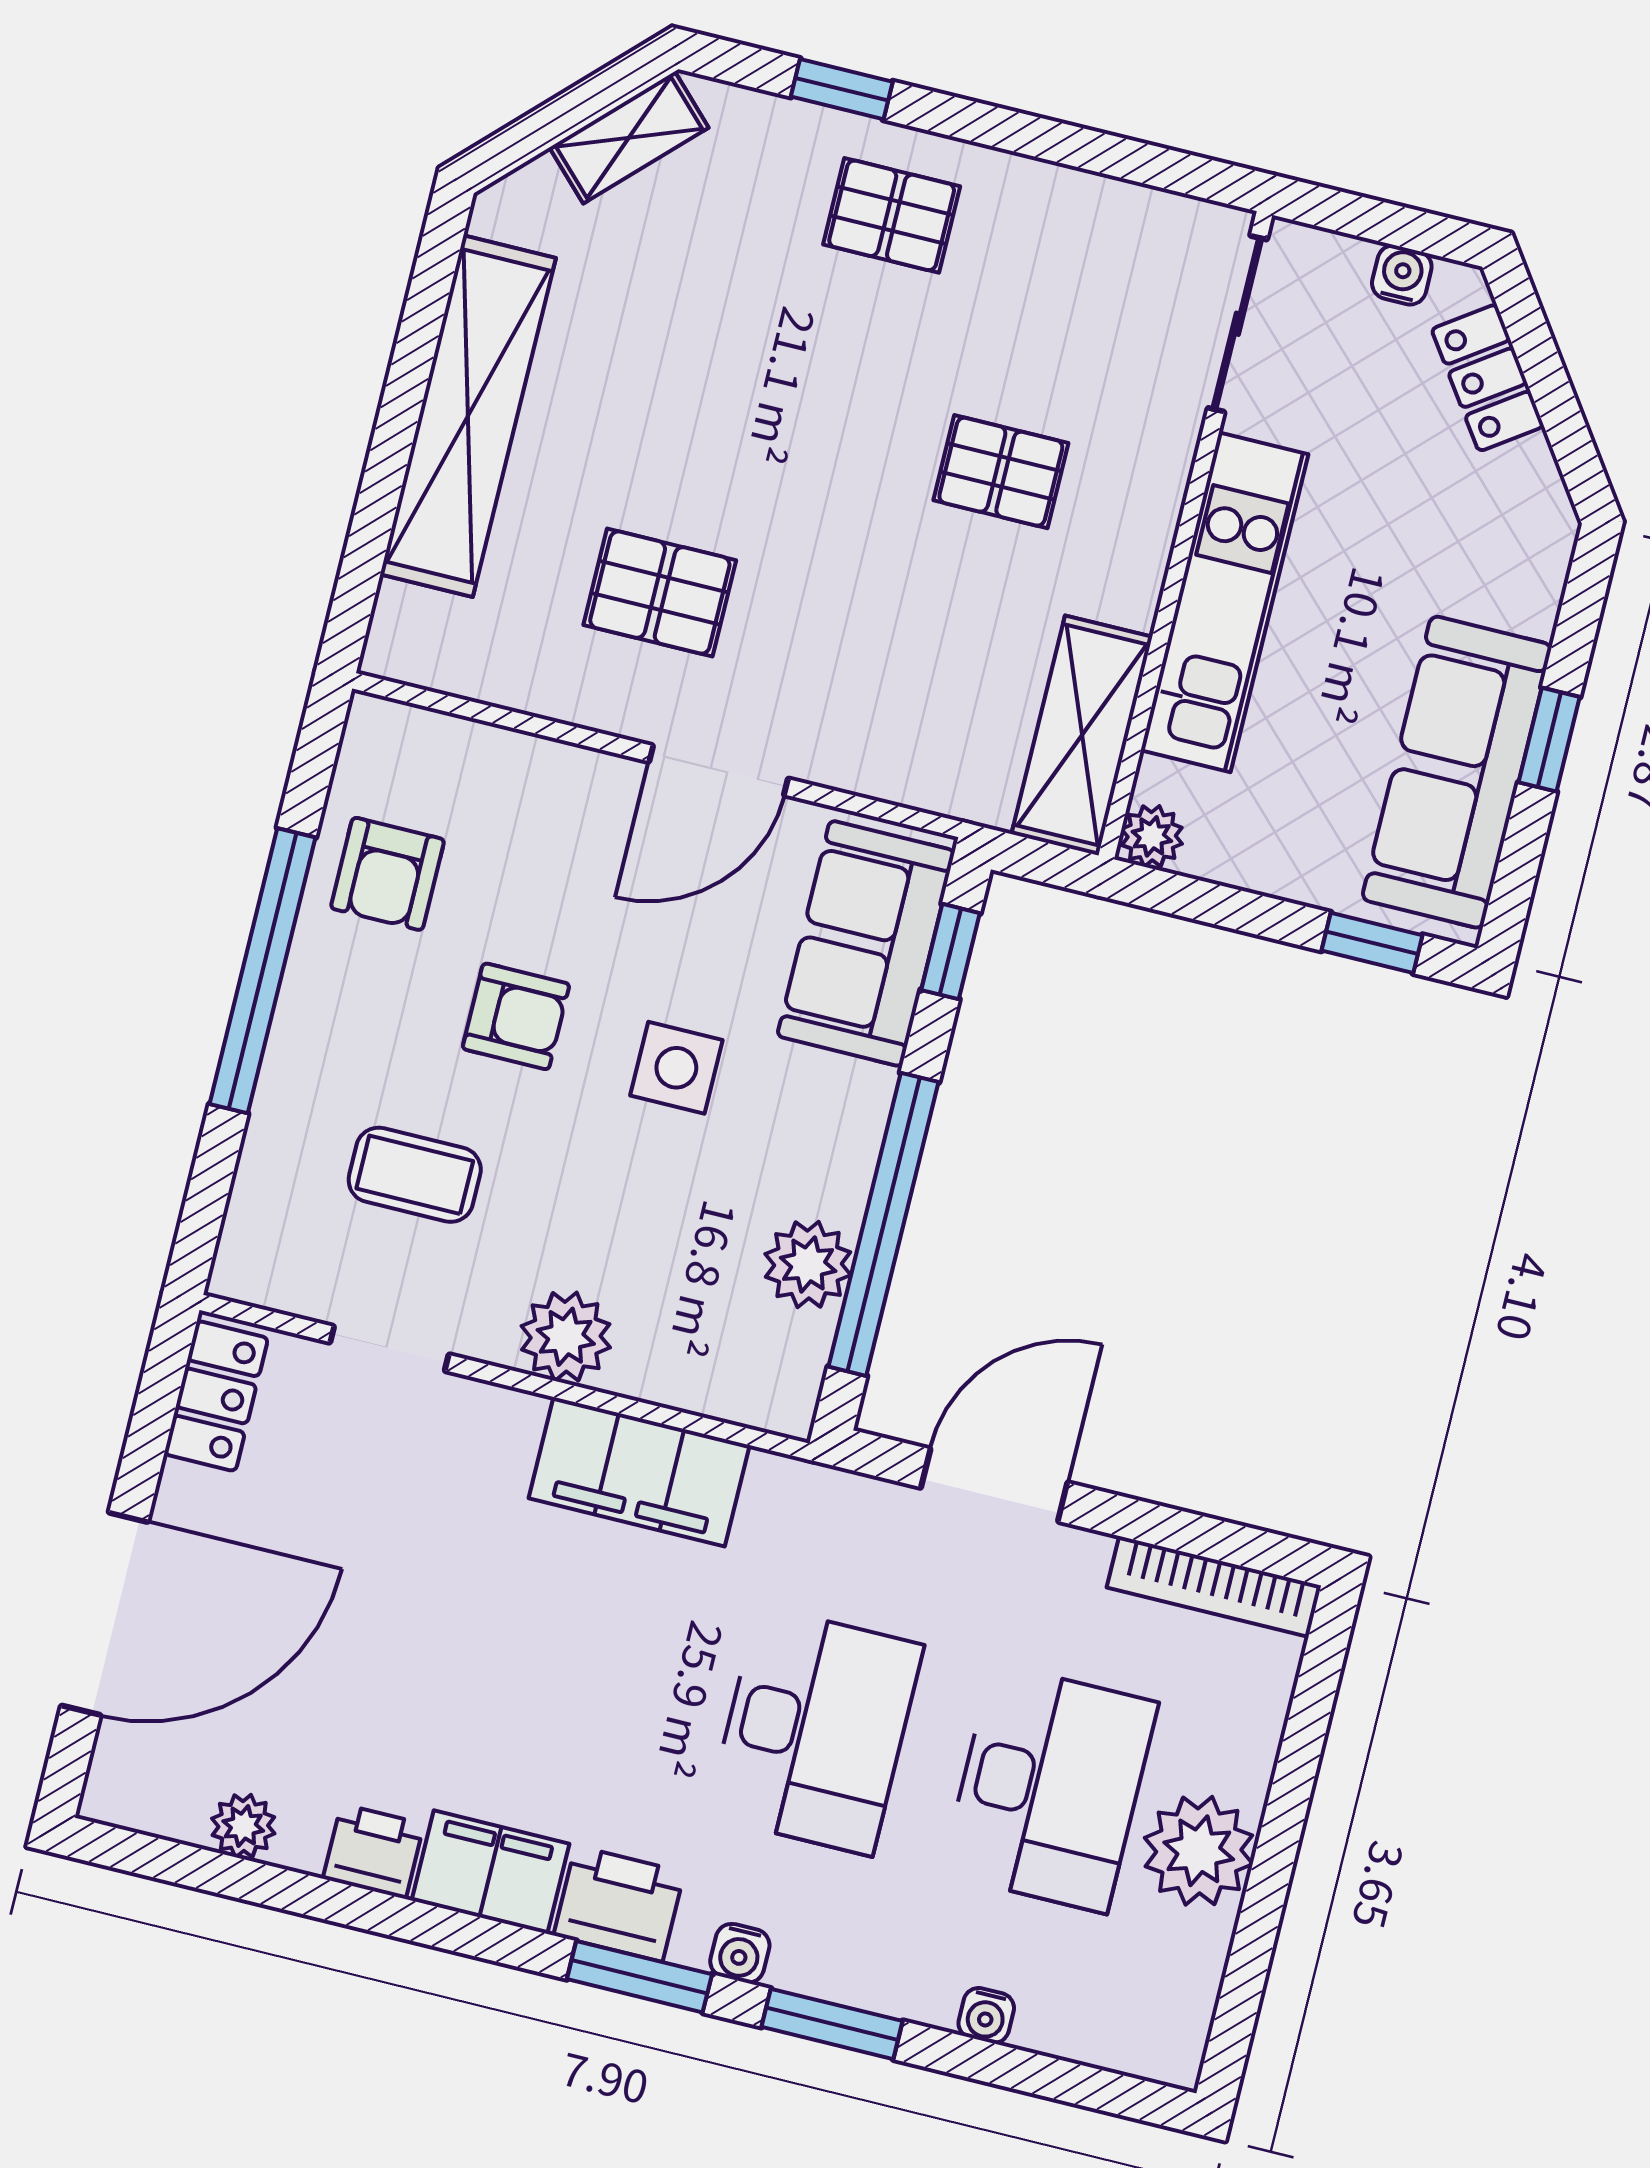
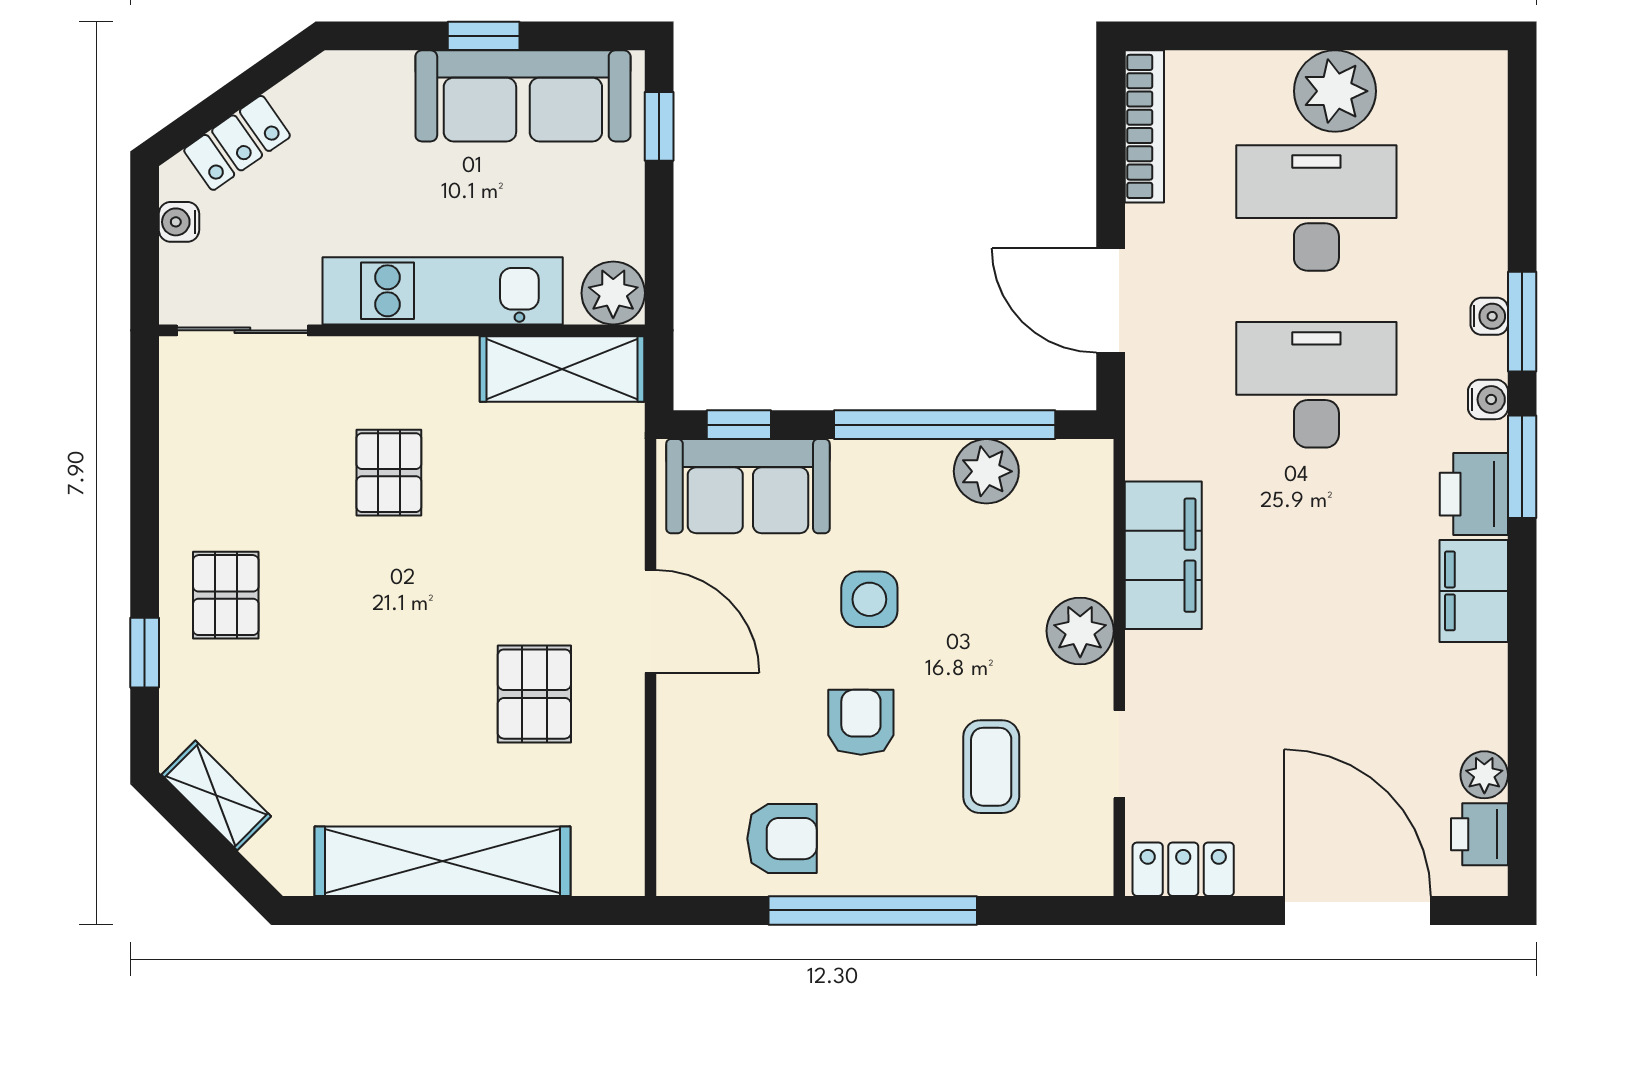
plant: (1152, 836) -> (613, 293), width x1.38, depth x1.38
printer: (373, 1851) -> (1480, 834), moved
water cooler: (986, 2015) -> (1489, 316), moved

